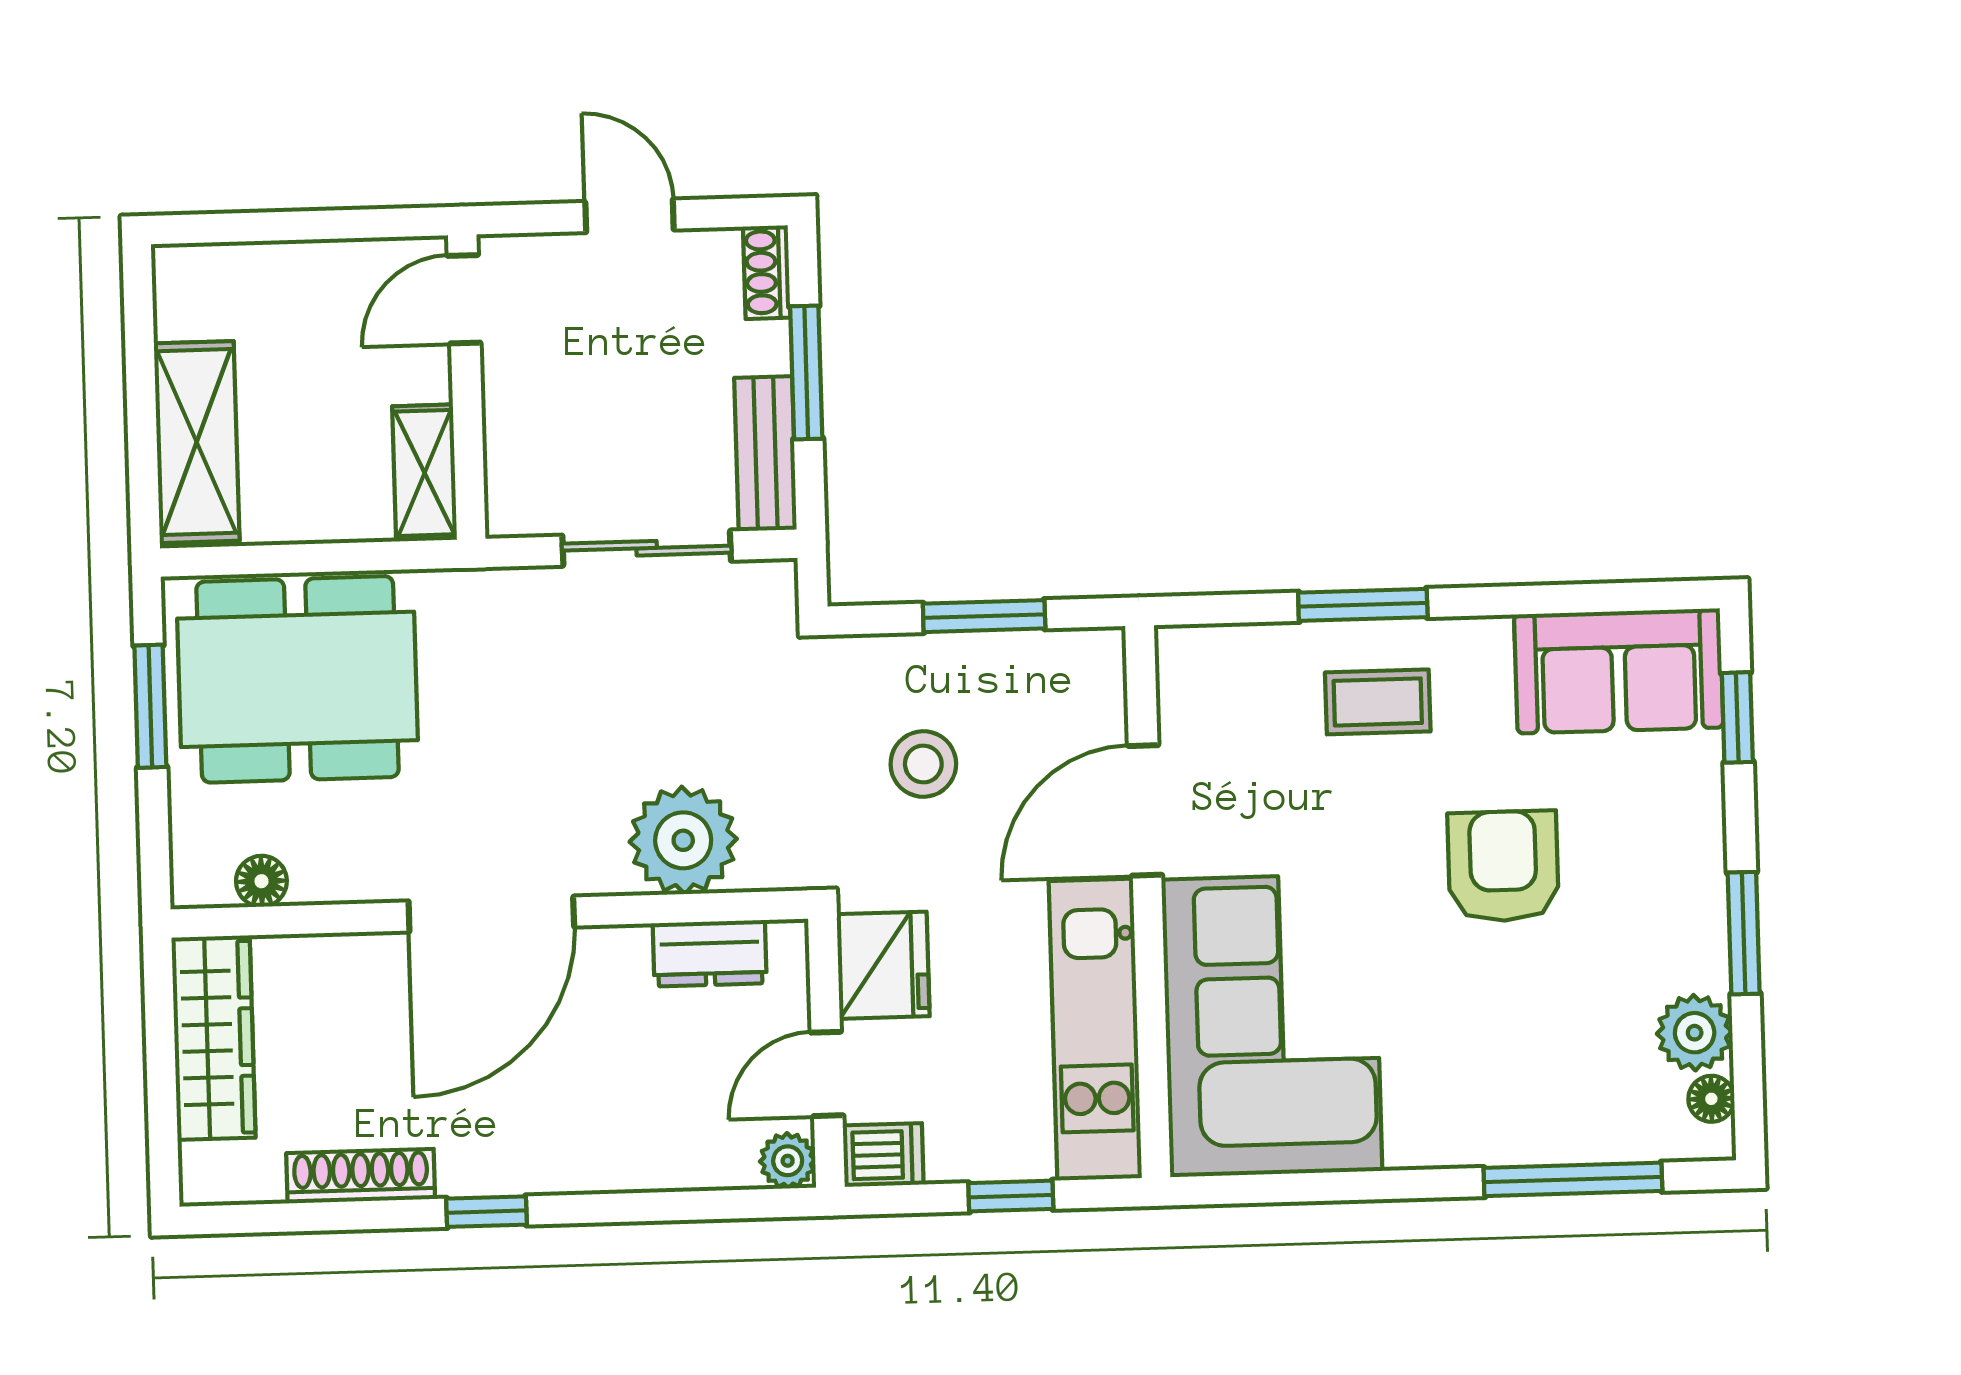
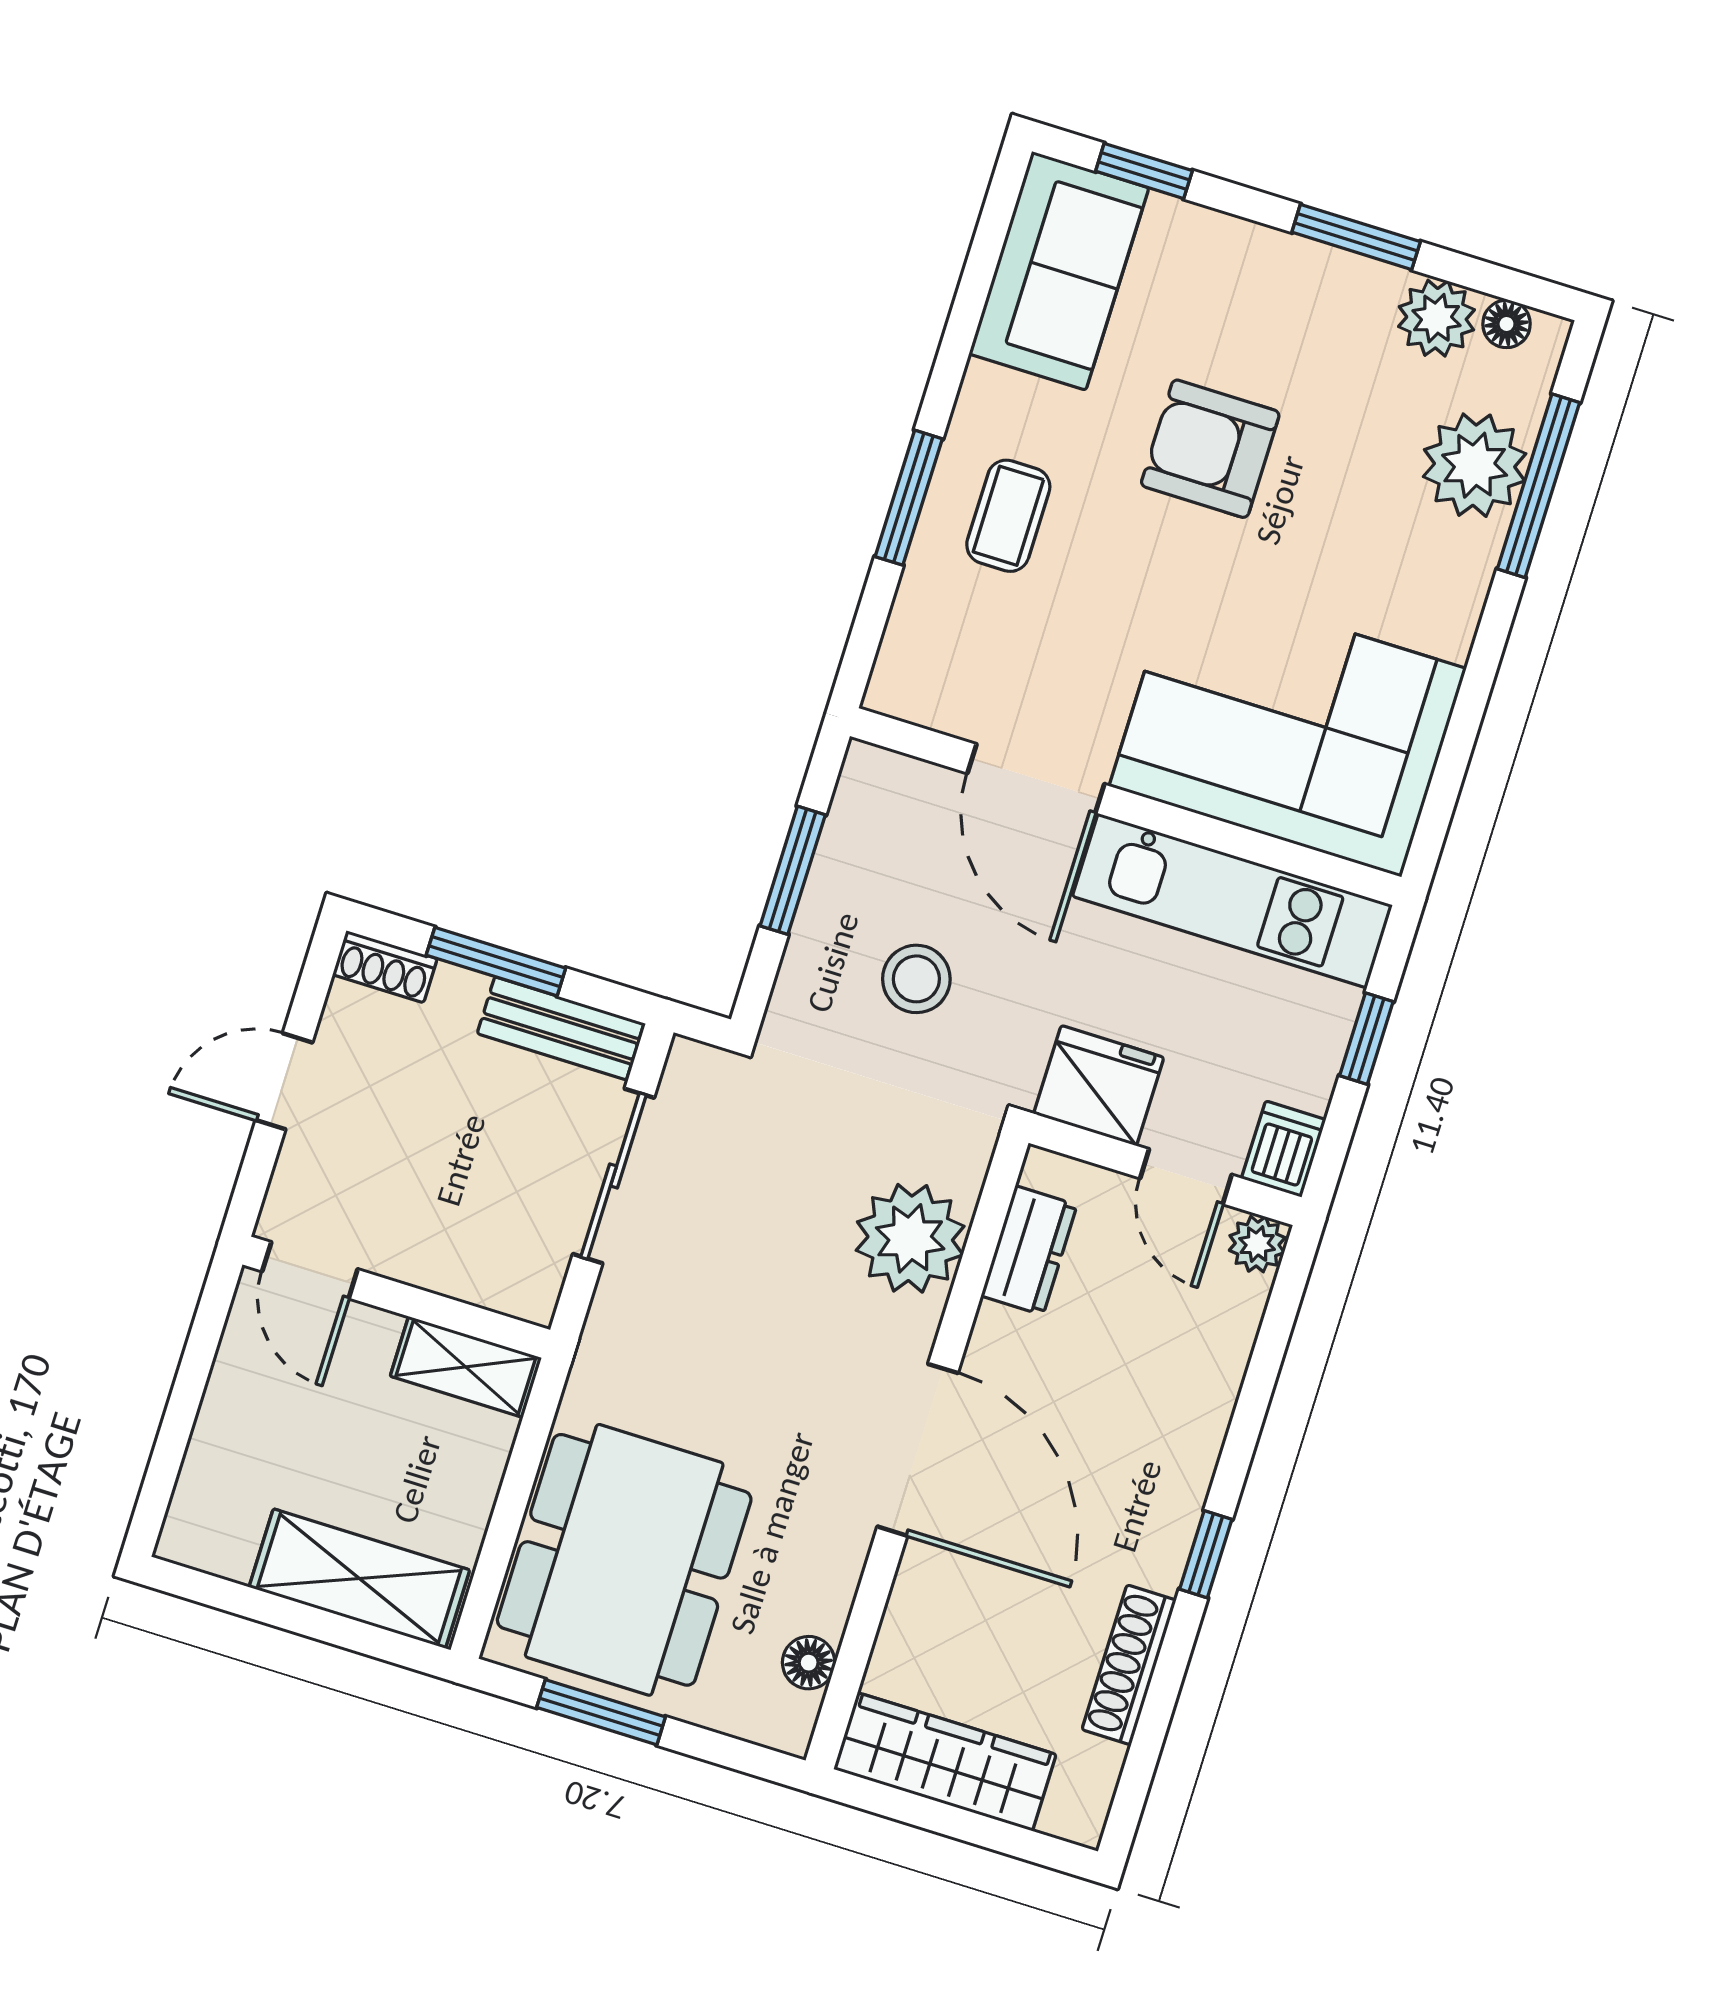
plant: (1572, 1114) -> (1475, 465), added

